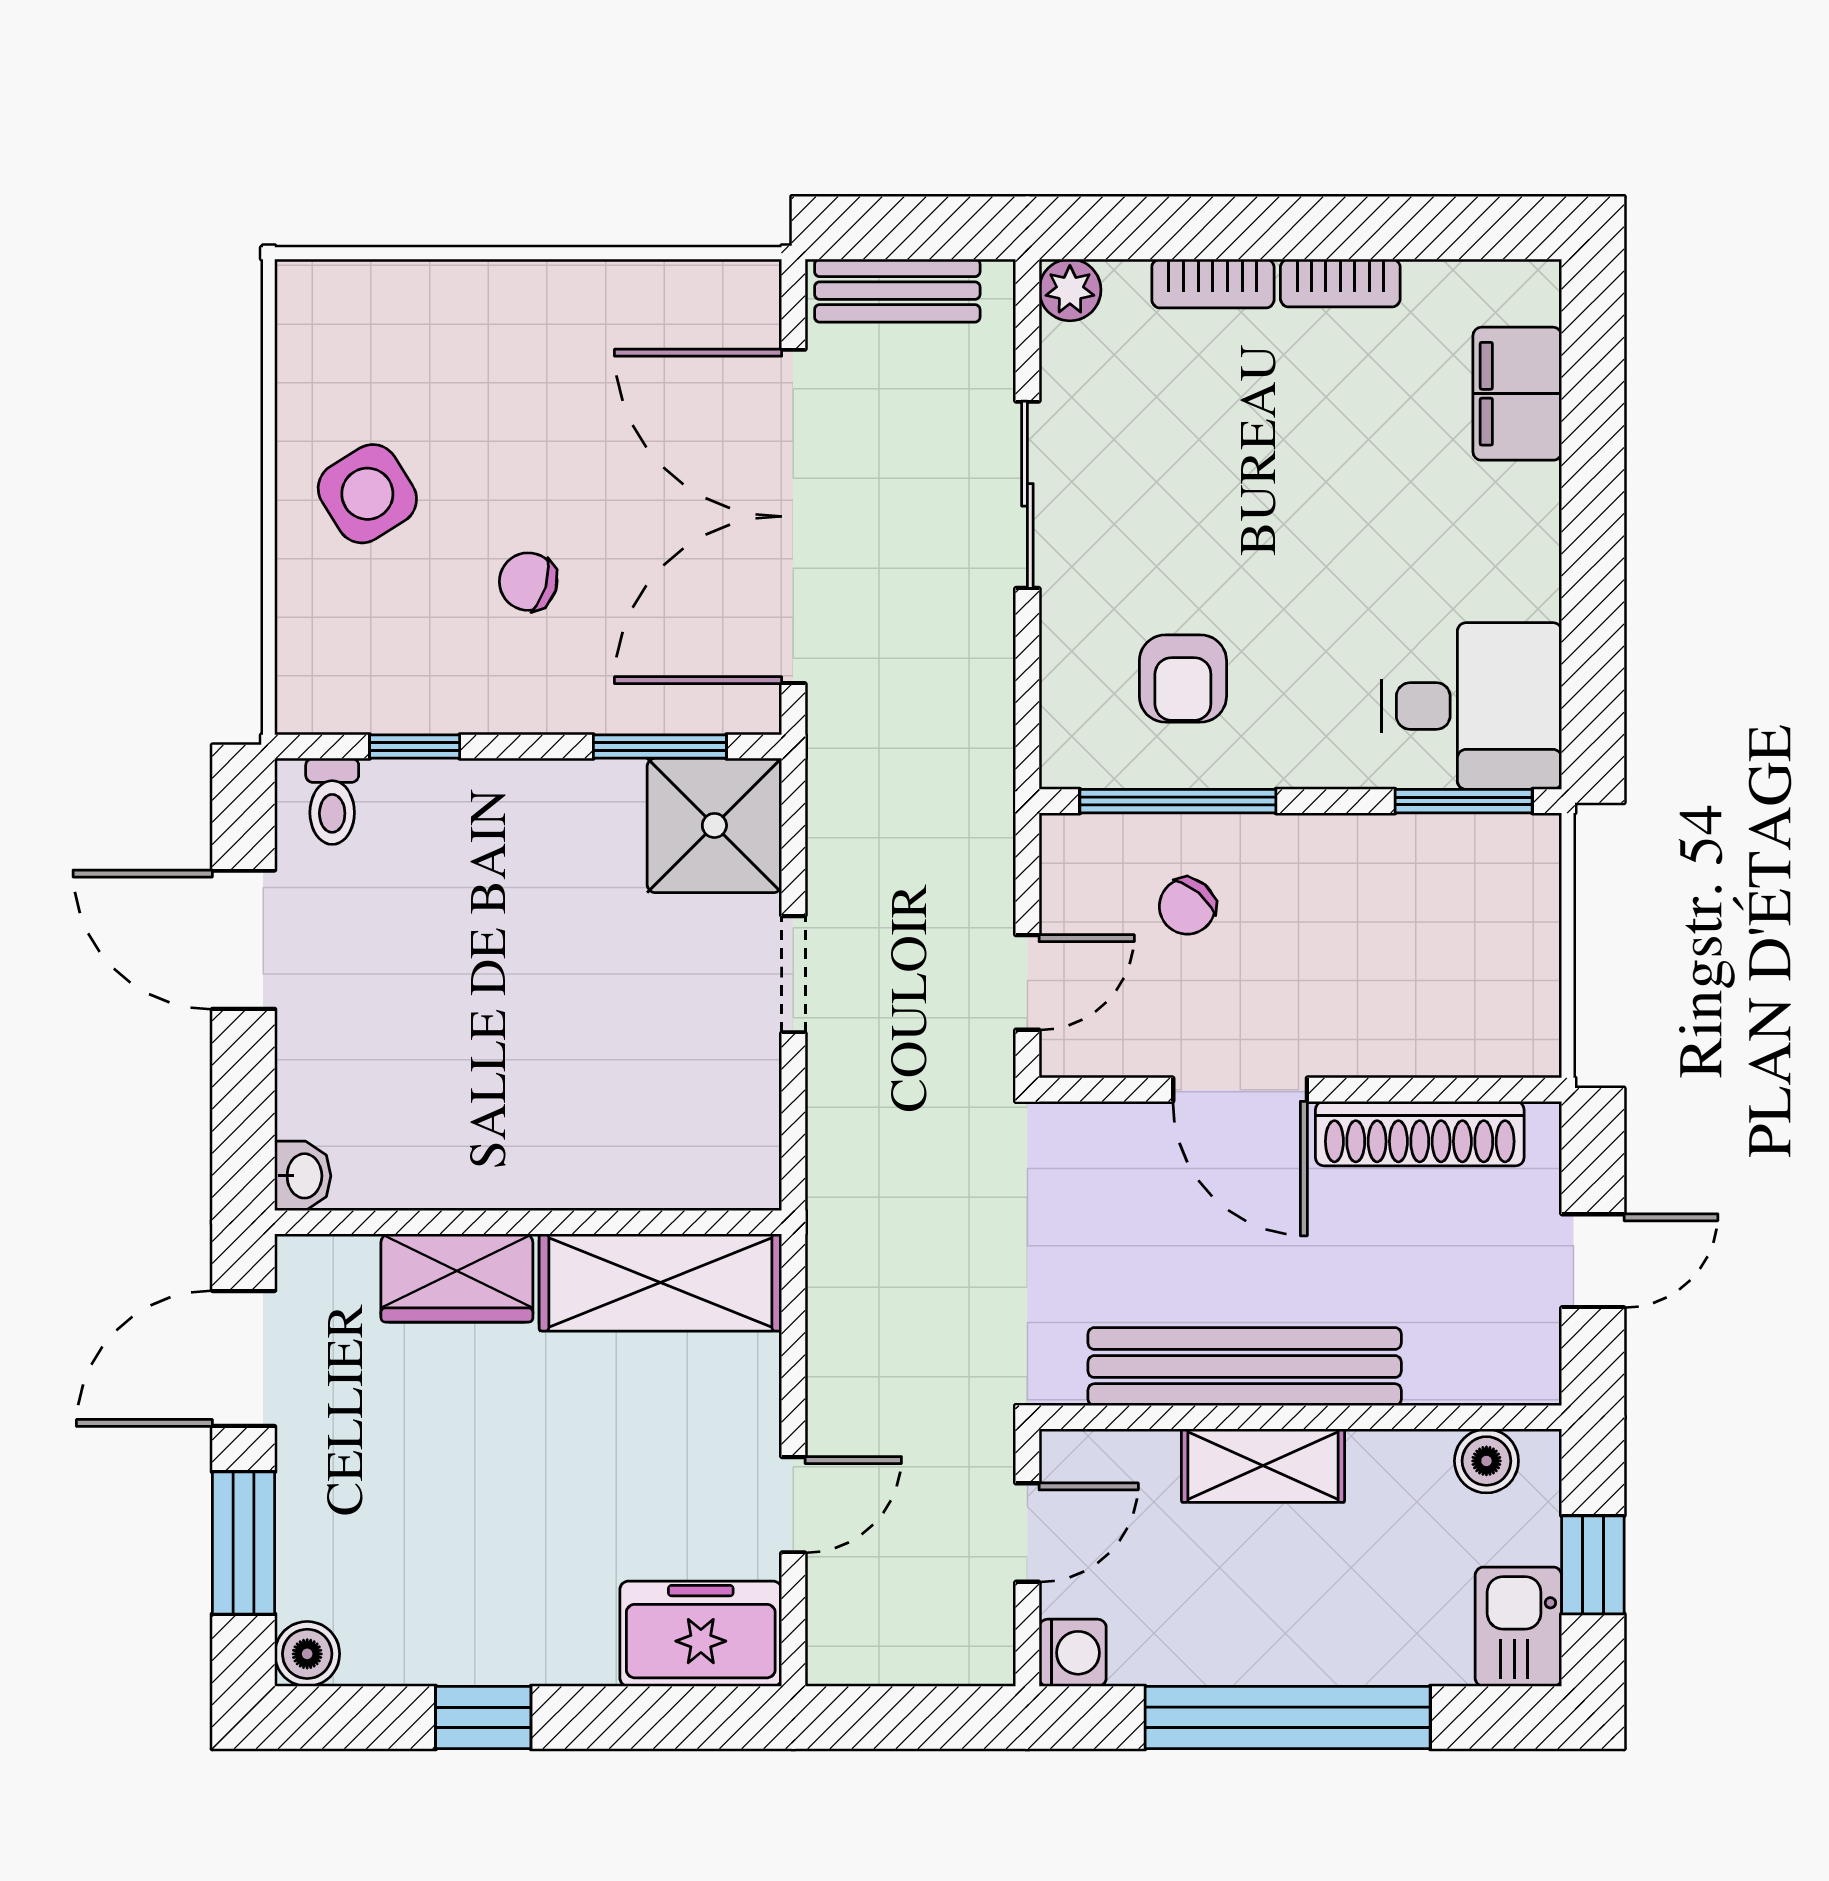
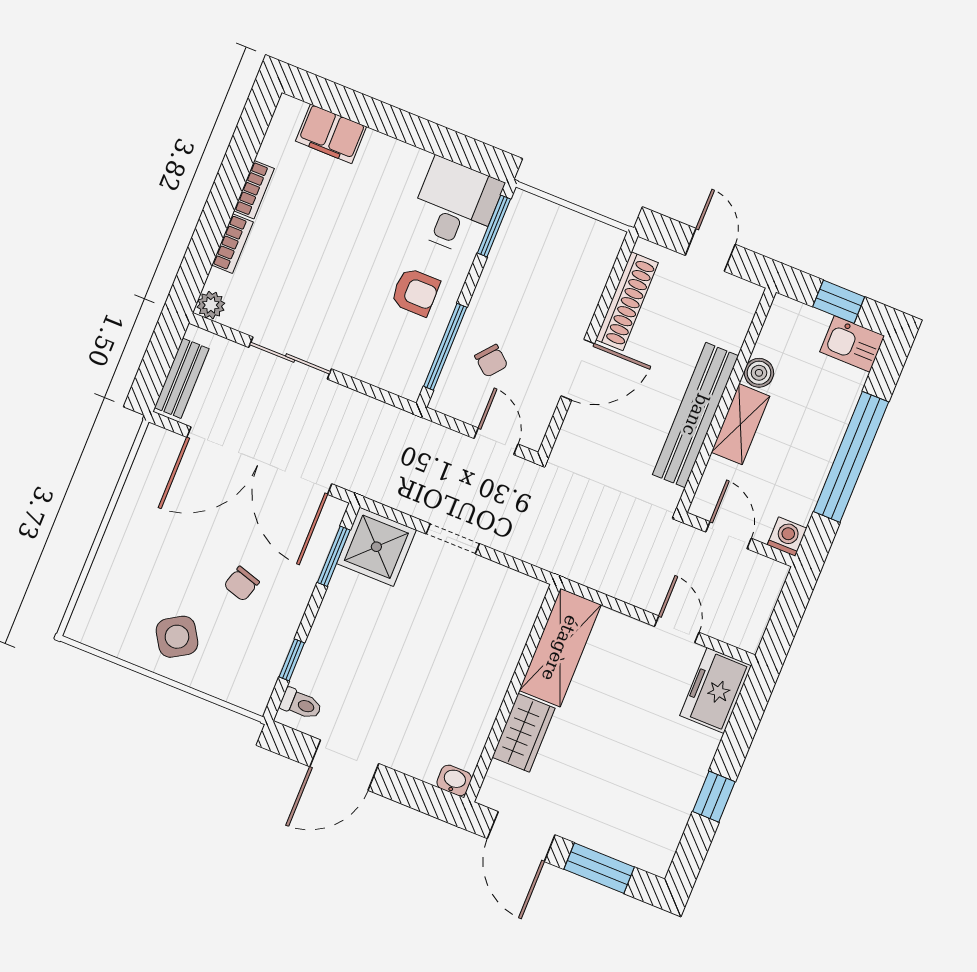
armchair: (1183, 679) -> (415, 292), moved
boiler: (1486, 1461) -> (759, 373), moved
boiler: (307, 1654) -> (657, 860), removed

